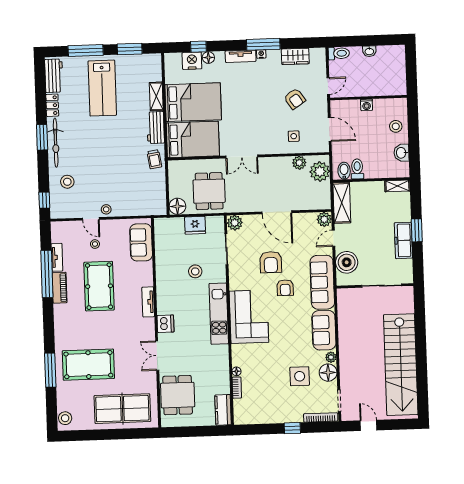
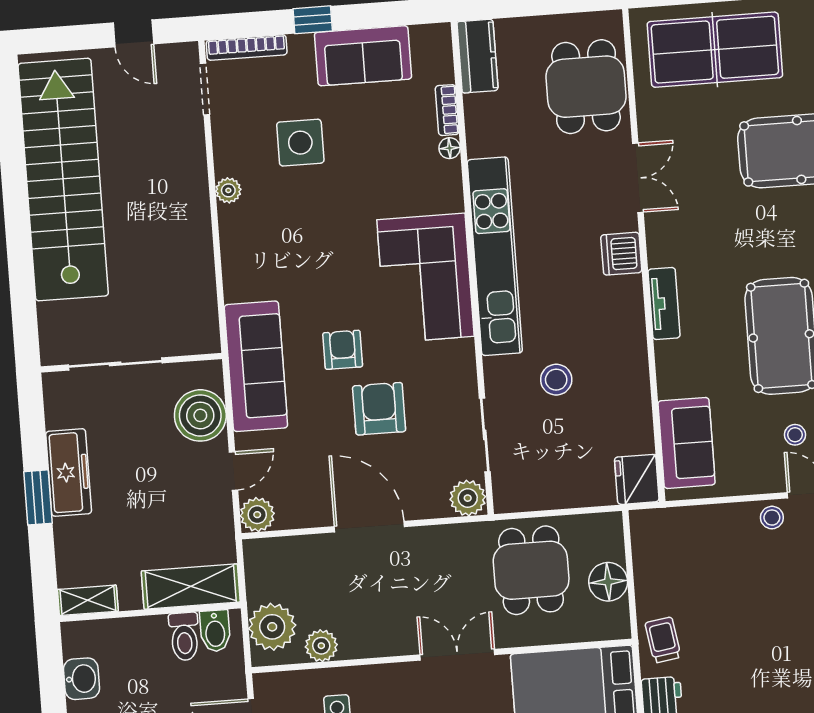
shelving: (342, 203) -> (191, 587), moved, turned 90
floor lamp: (177, 206) -> (608, 582), moved
fridge: (195, 225) -> (637, 479), moved, turned -90
kitchen unit: (219, 314) -> (495, 256), width x1.36
sofa: (324, 330) -> (363, 56), moved, turned 90
floor lamp: (328, 373) -> (234, 154), removed

